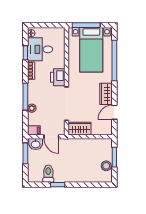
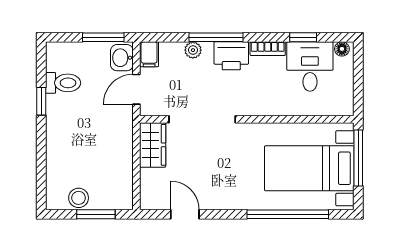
printer: (58, 77) -> (231, 56), moved, turned 180
wardrobe: (106, 94) -> (221, 198), removed

